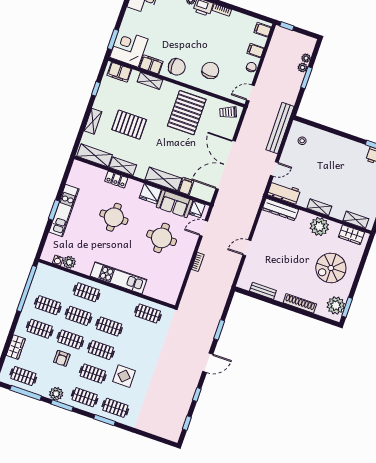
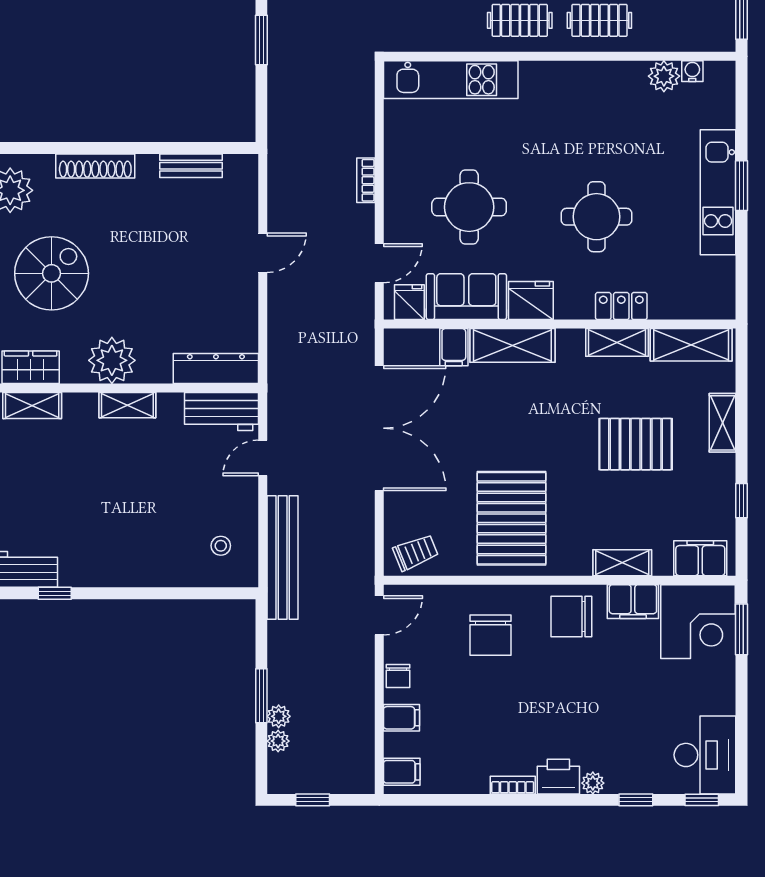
window: (287, 26) -> (313, 800), moved
kitchen unit: (119, 278) -> (451, 80), moved
clothes rail: (148, 314) -> (520, 20), moved

